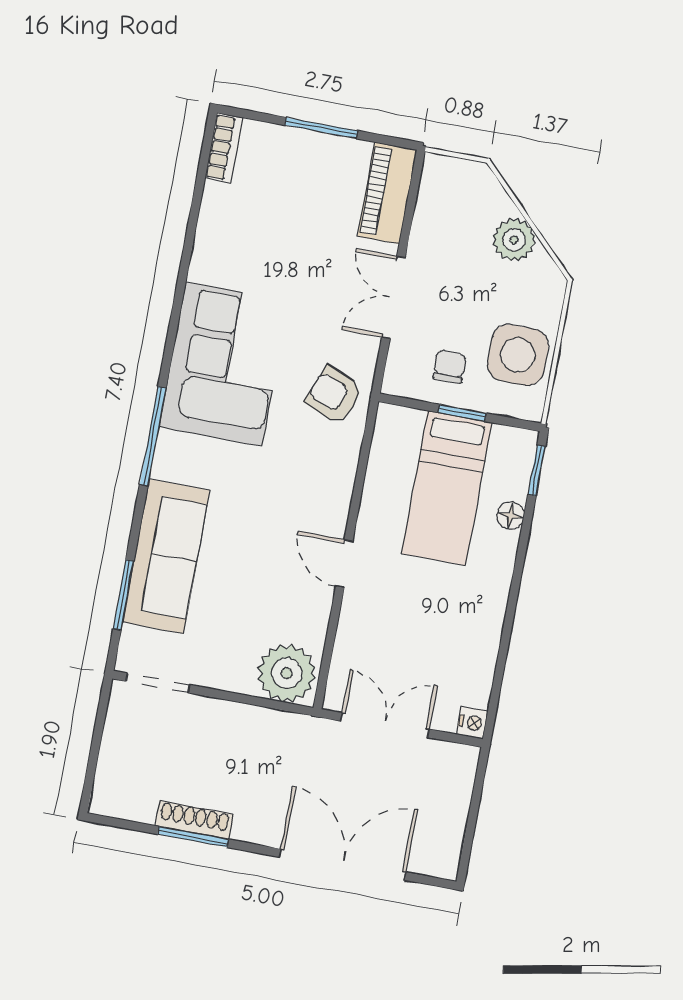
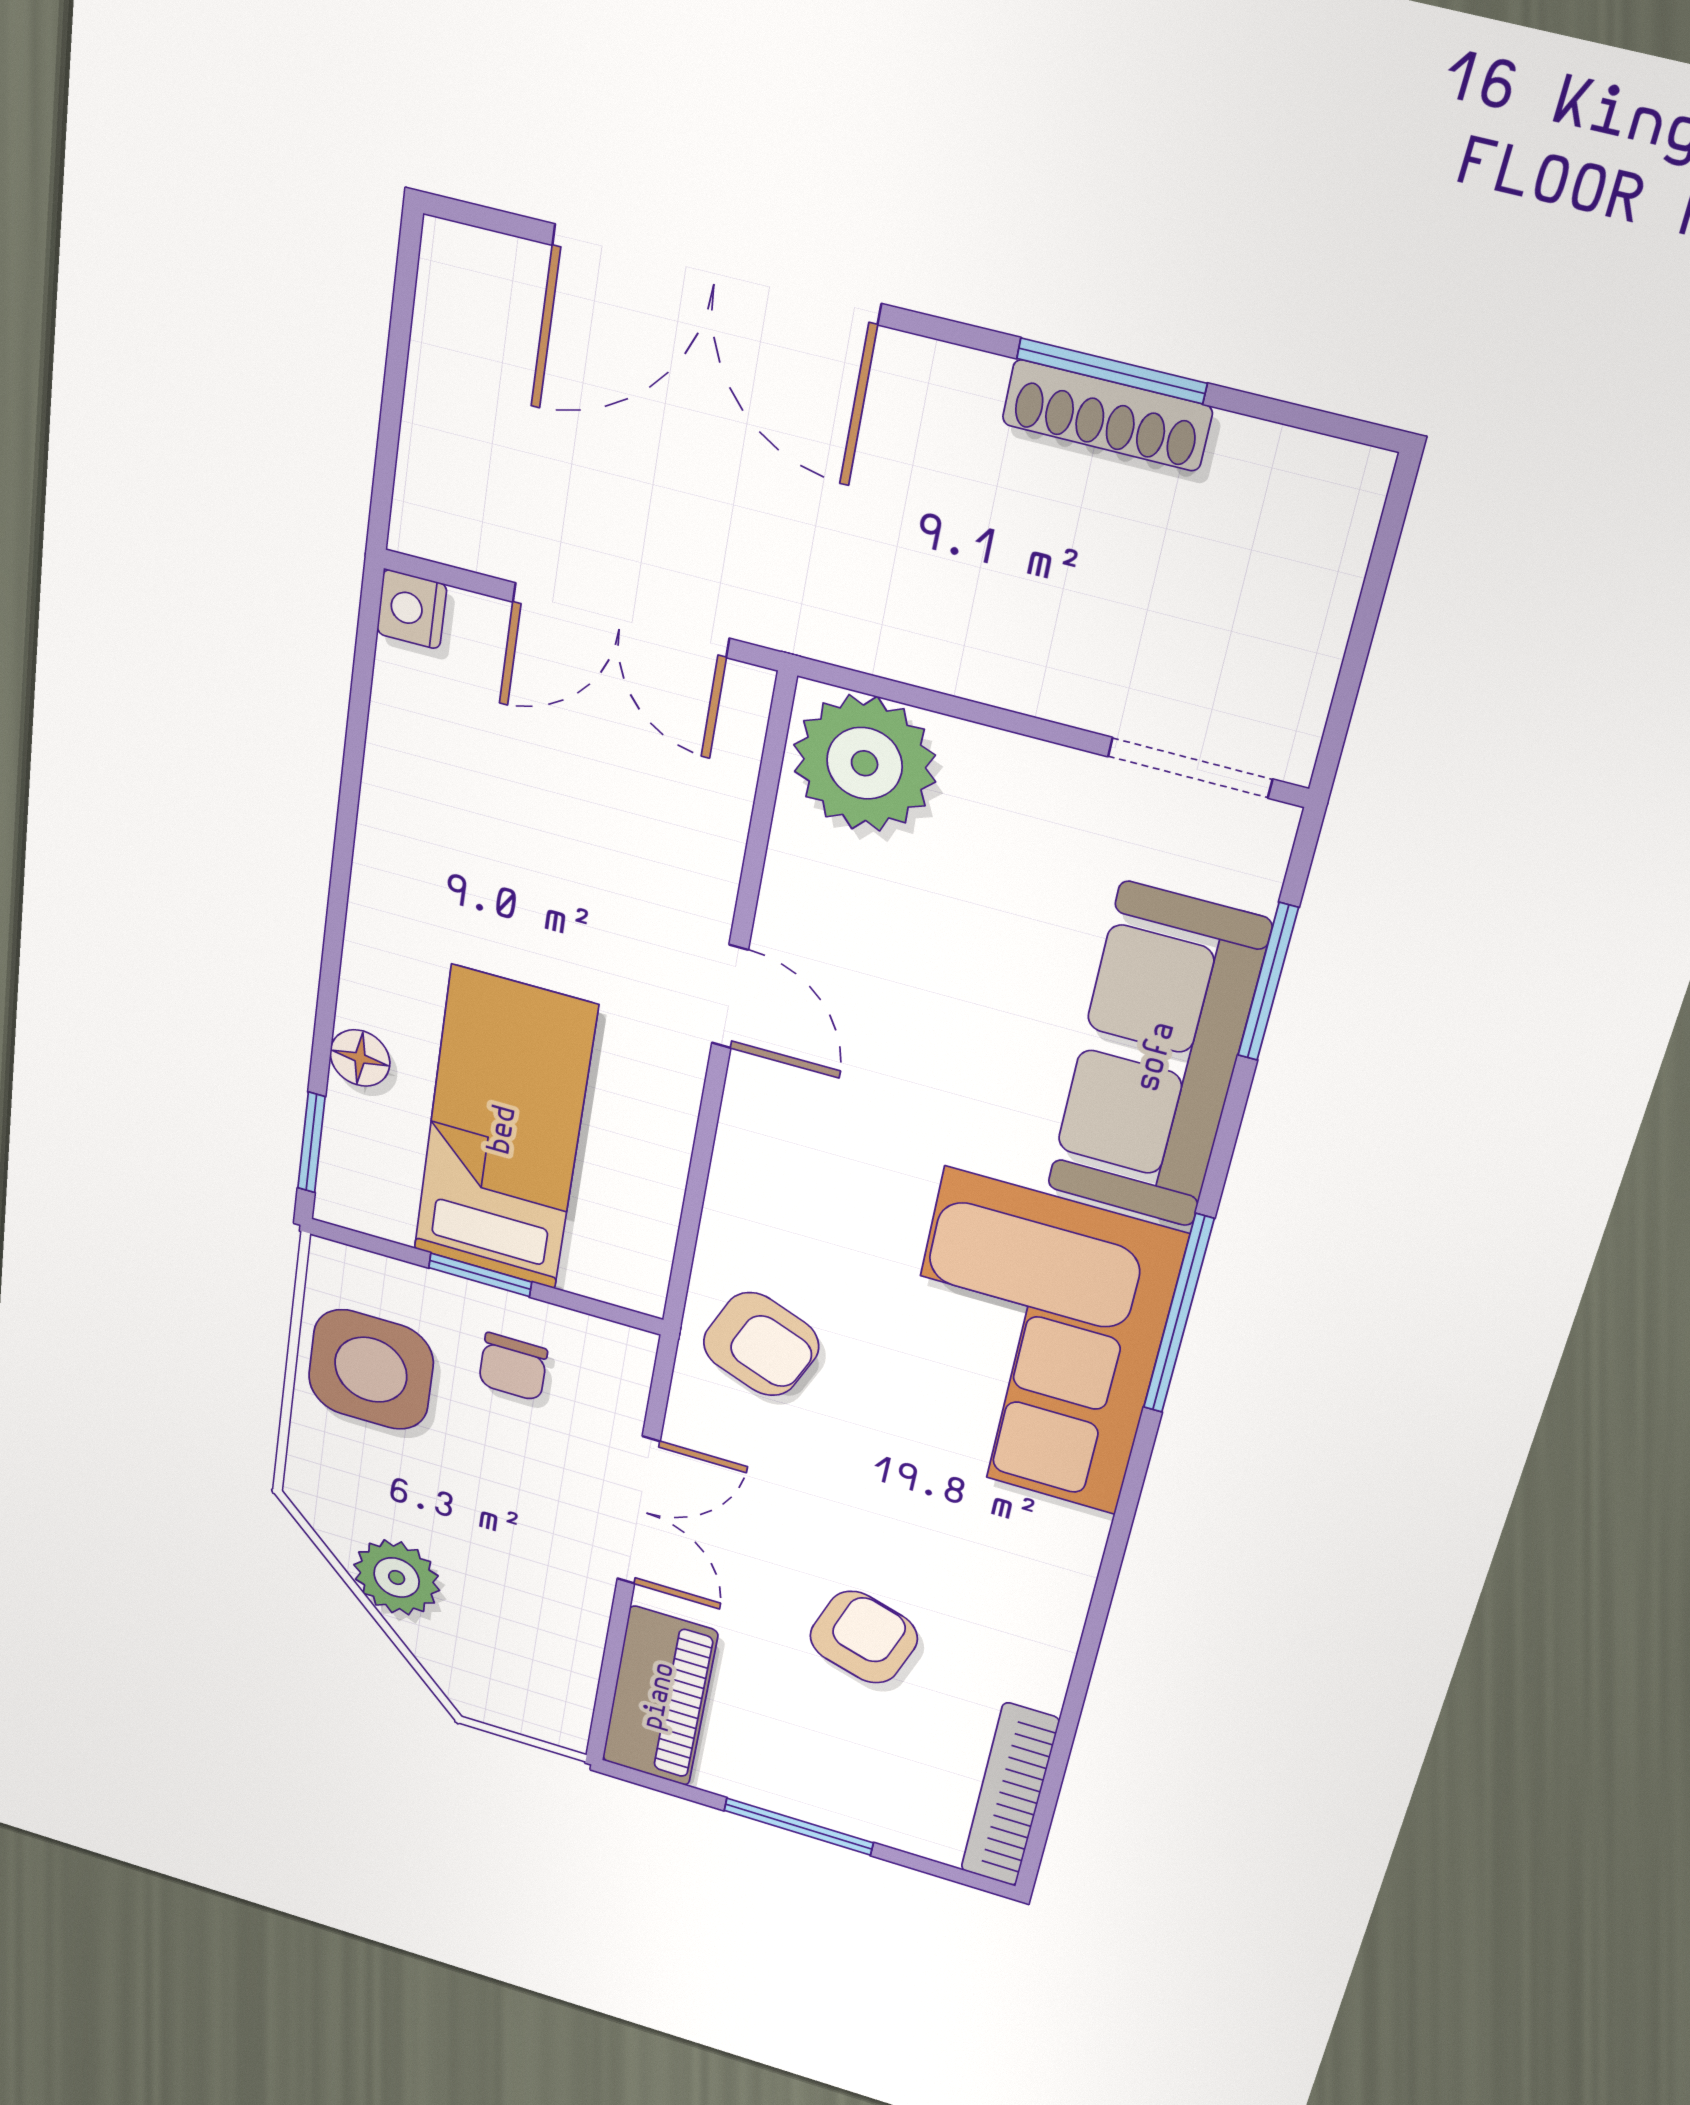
bookcase: (224, 148) -> (1010, 1795), width x1.56
armchair: (289, 245) -> (864, 1637), added
corner sofa: (224, 364) -> (1032, 1344), moved

